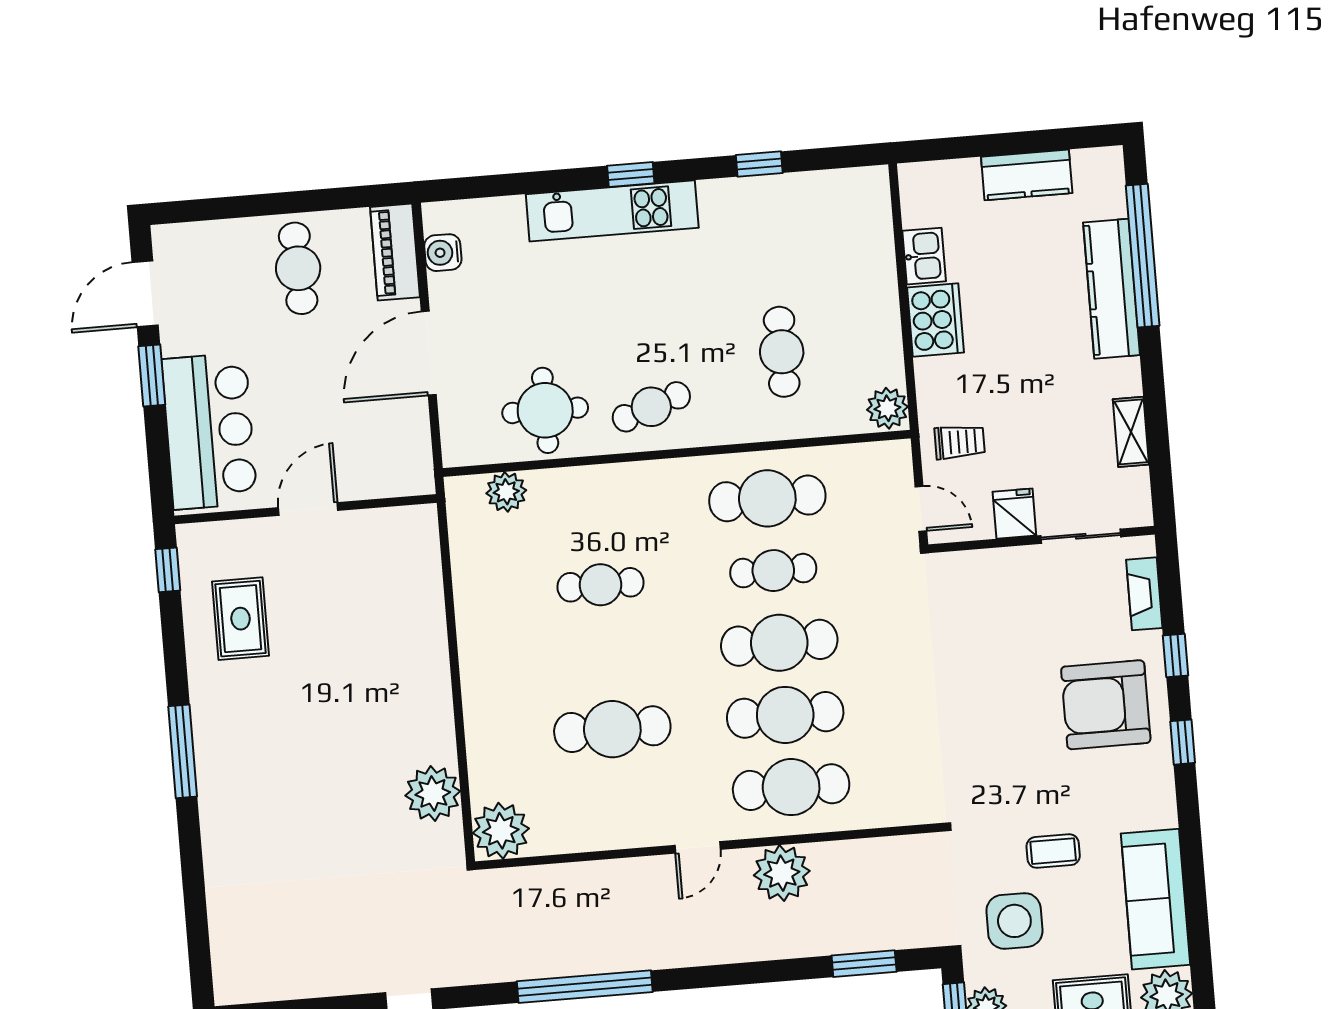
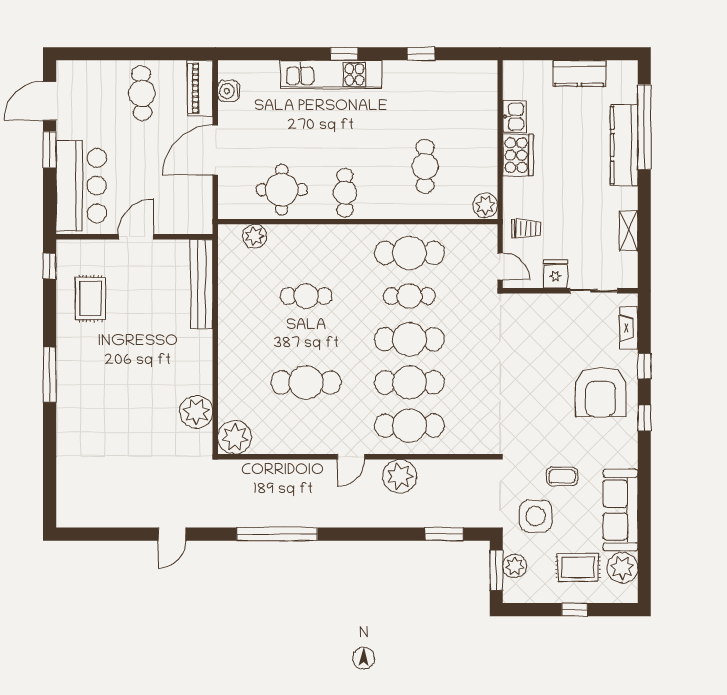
cafe table: (651, 407) -> (345, 193), turned -71
bench: (424, 579) -> (202, 284), added
armchair: (1106, 705) -> (600, 392), turned -90

